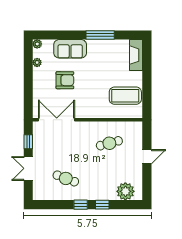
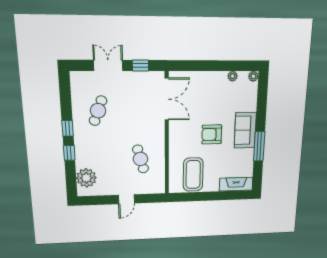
sofa: (70, 49) -> (245, 130), moved
armchair: (65, 80) -> (212, 134), moved, turned 90
door: (147, 157) -> (126, 199), hinge flipped

